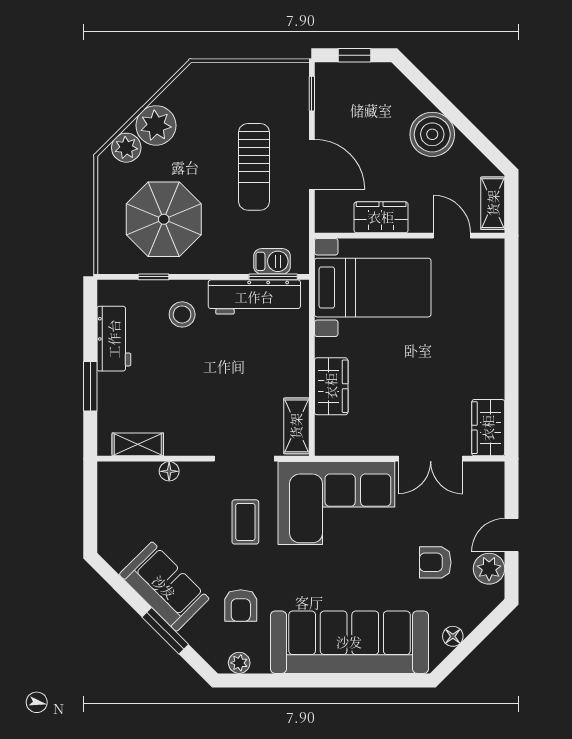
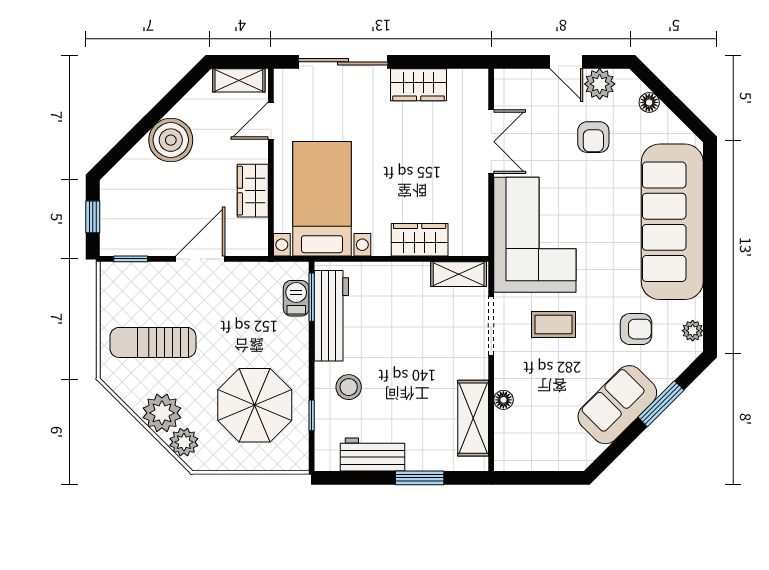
sun lounger: (254, 167) -> (153, 342), moved, turned 180
sliding door: (511, 309) -> (343, 62), added
wardrobe: (488, 428) -> (419, 85), moved
shelving: (138, 444) -> (473, 418), width x1.50, depth x1.33
floor lamp: (453, 636) -> (649, 102), moved

